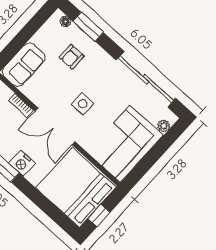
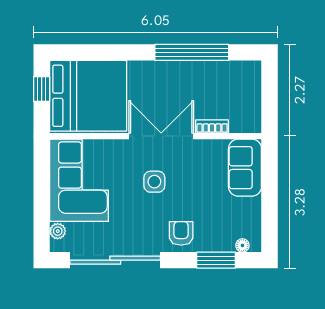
armchair: (72, 57) -> (181, 233), moved
nightstand: (22, 163) -> (161, 72), removed

